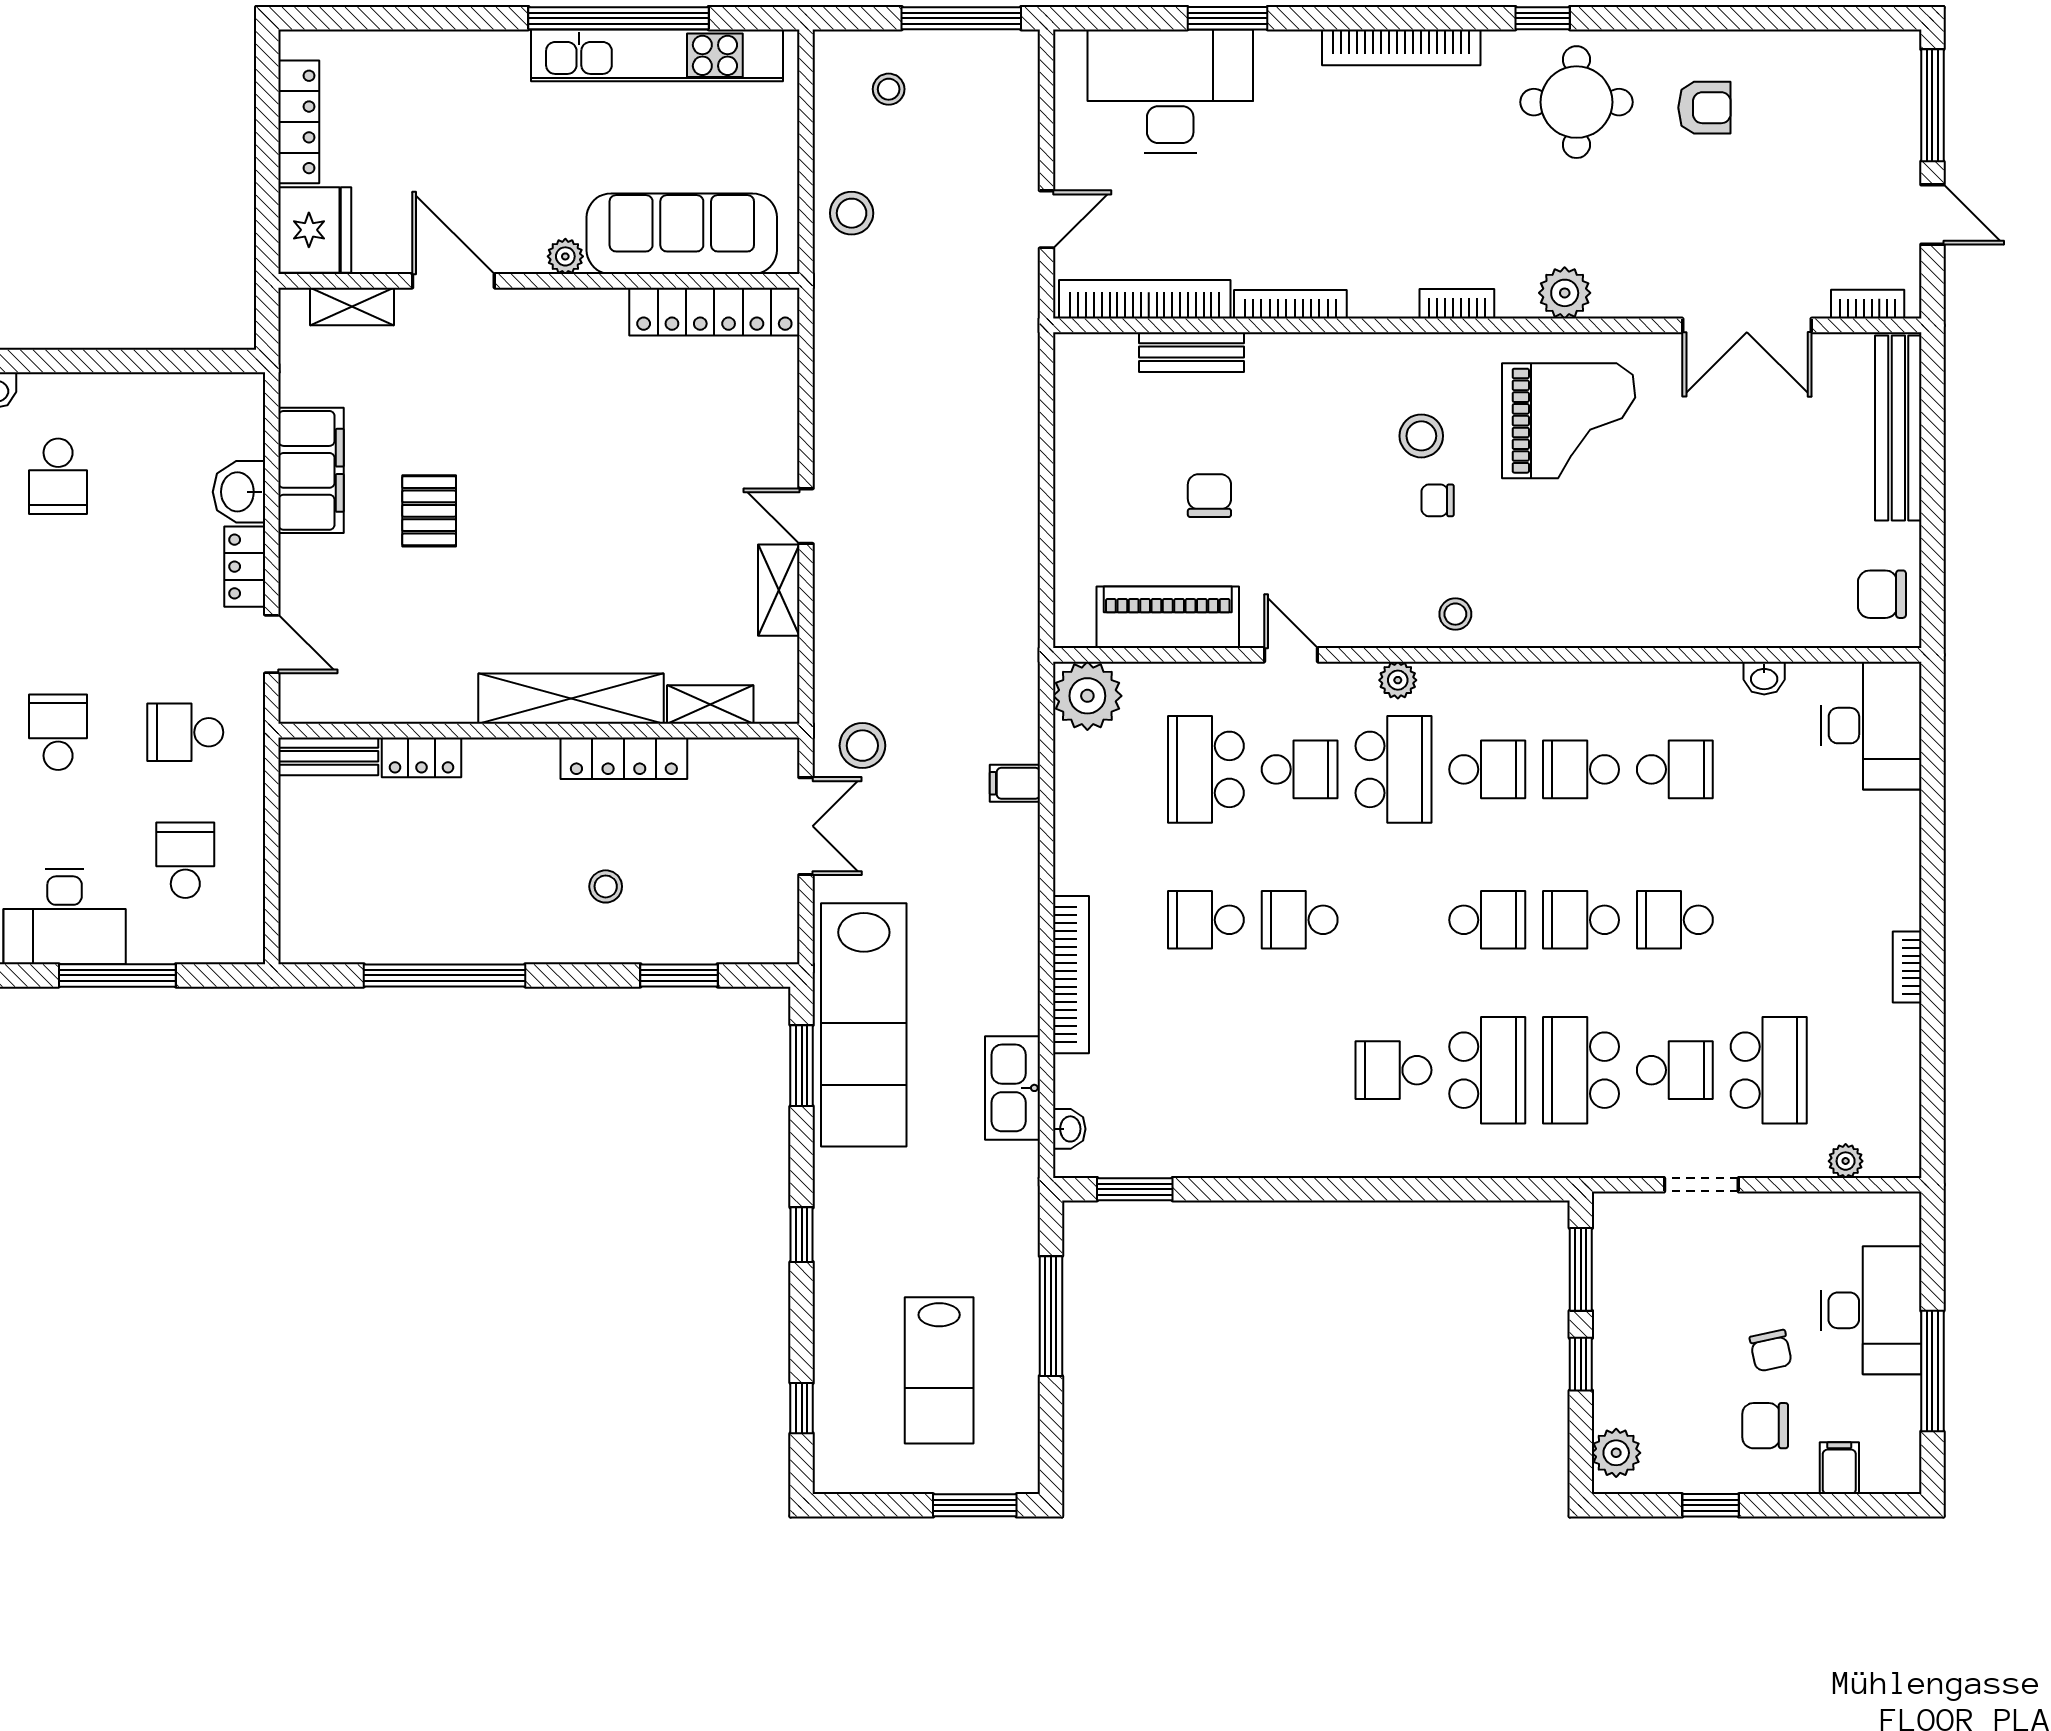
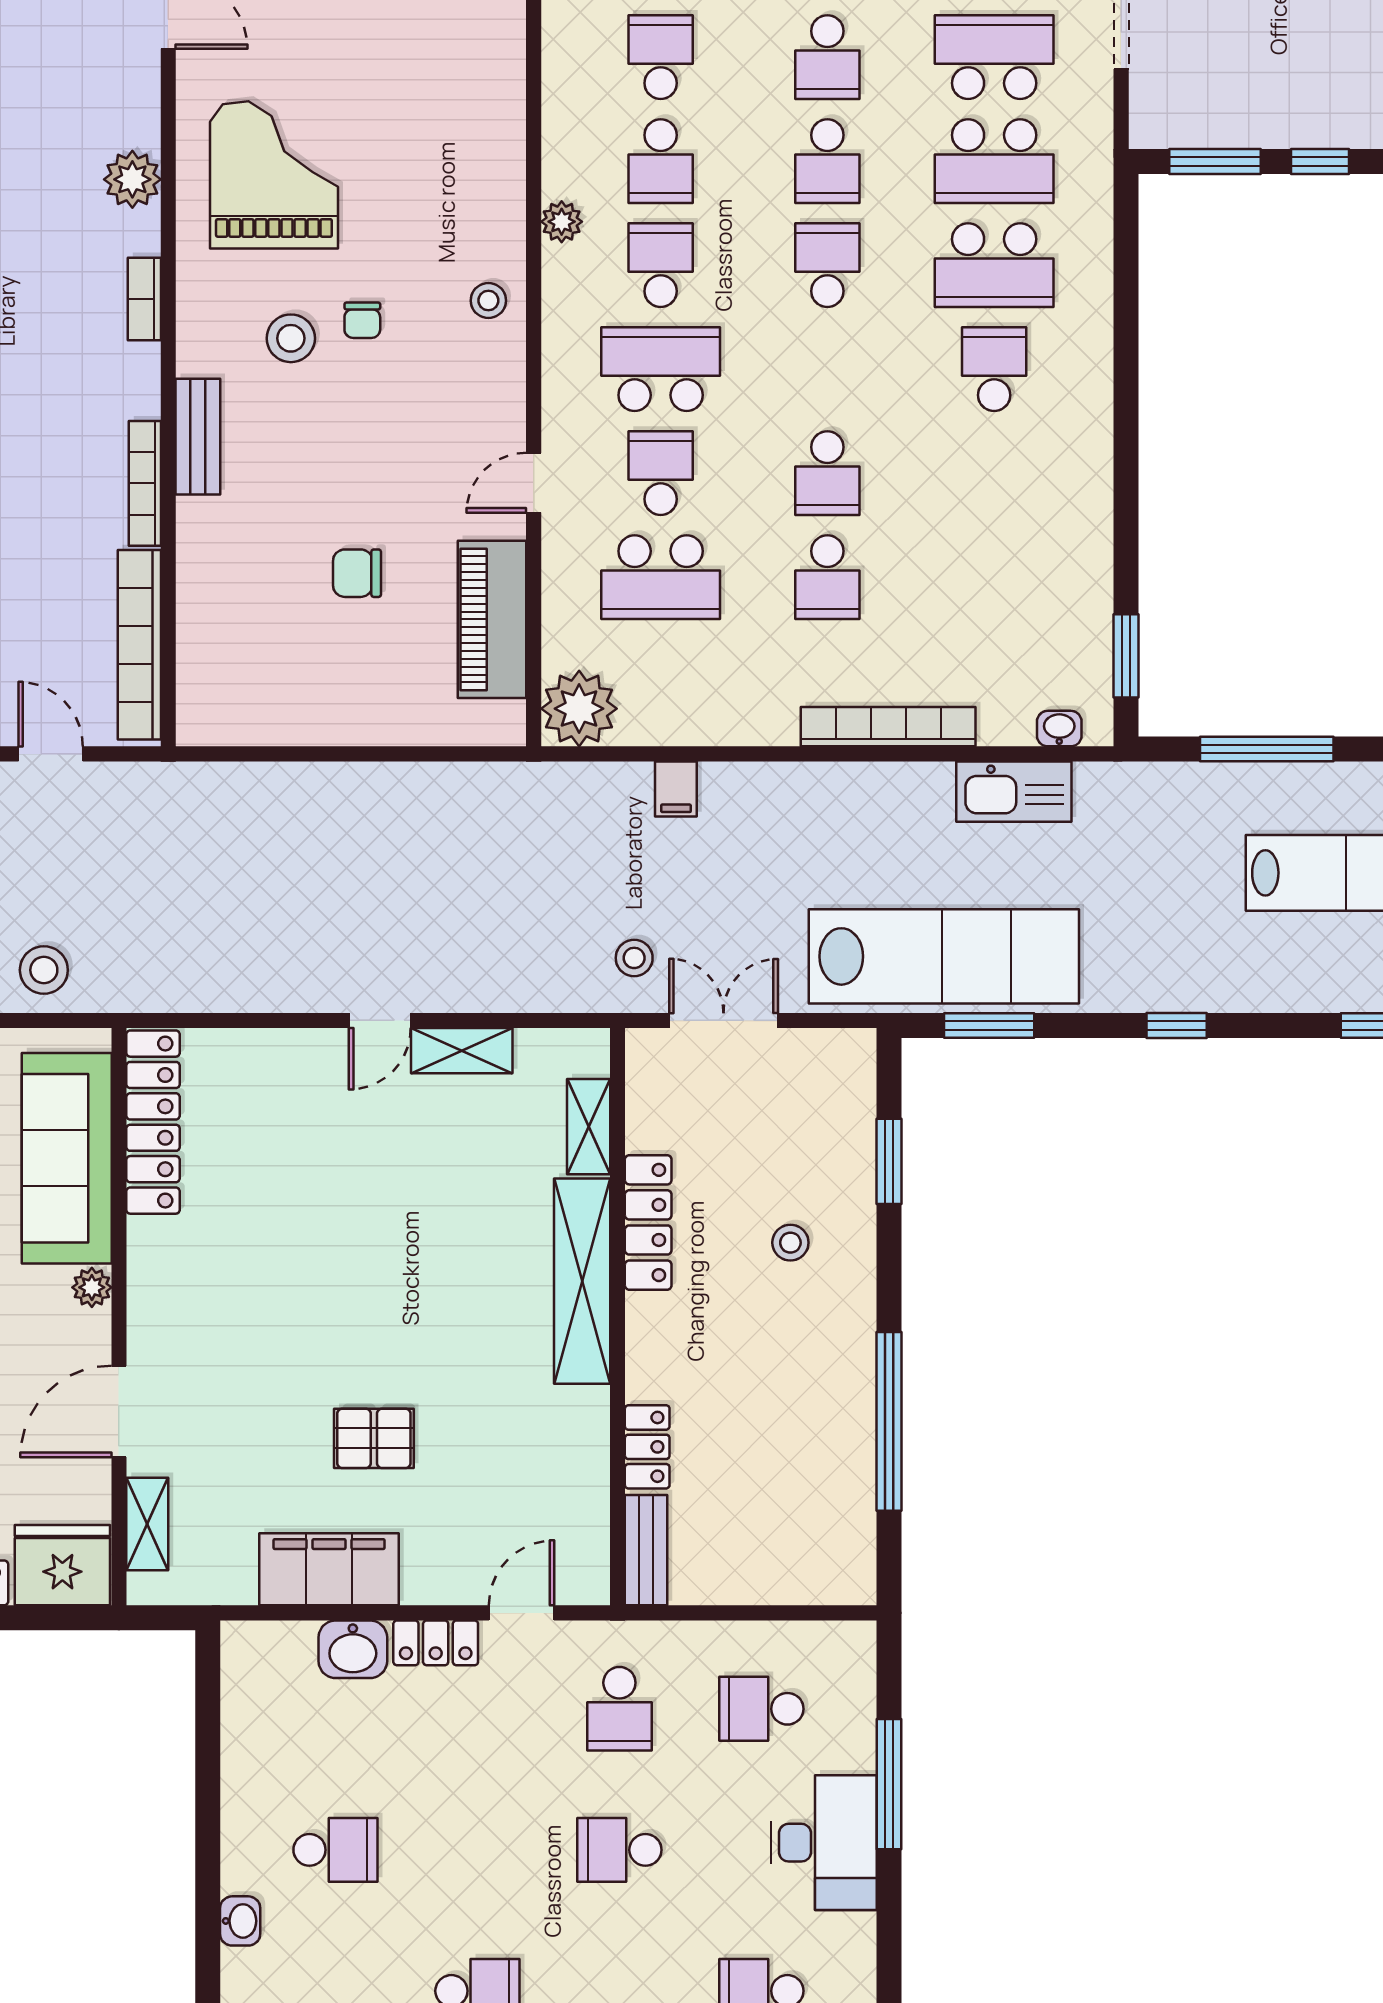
bench: (1191, 352) -> (198, 437), moved
plant: (1398, 680) -> (562, 222), moved
stool: (862, 746) -> (634, 958), width x0.73, depth x0.73
school desk: (1393, 1070) -> (994, 369), turned 180
school desk: (1487, 1070) -> (994, 265), turned 180
school desk: (1675, 1070) -> (994, 57), width x1.85

